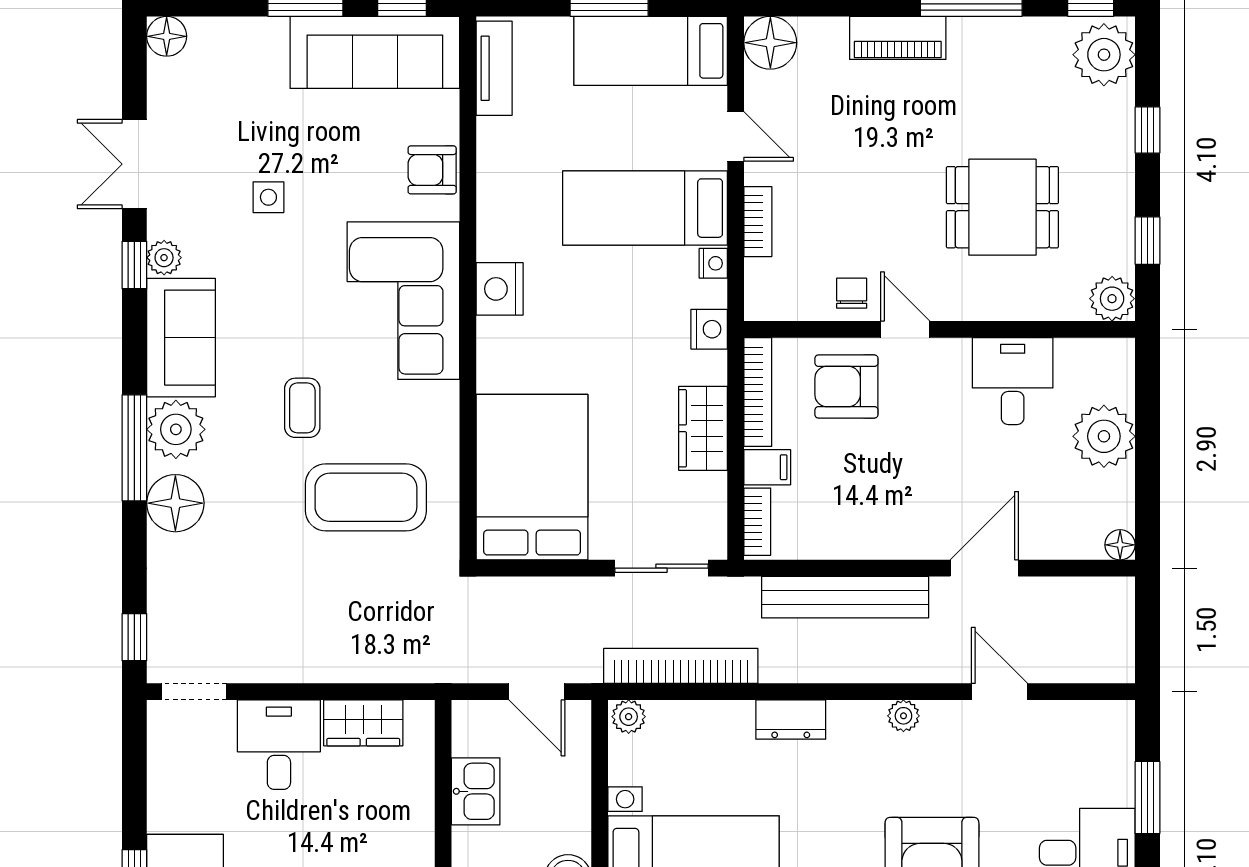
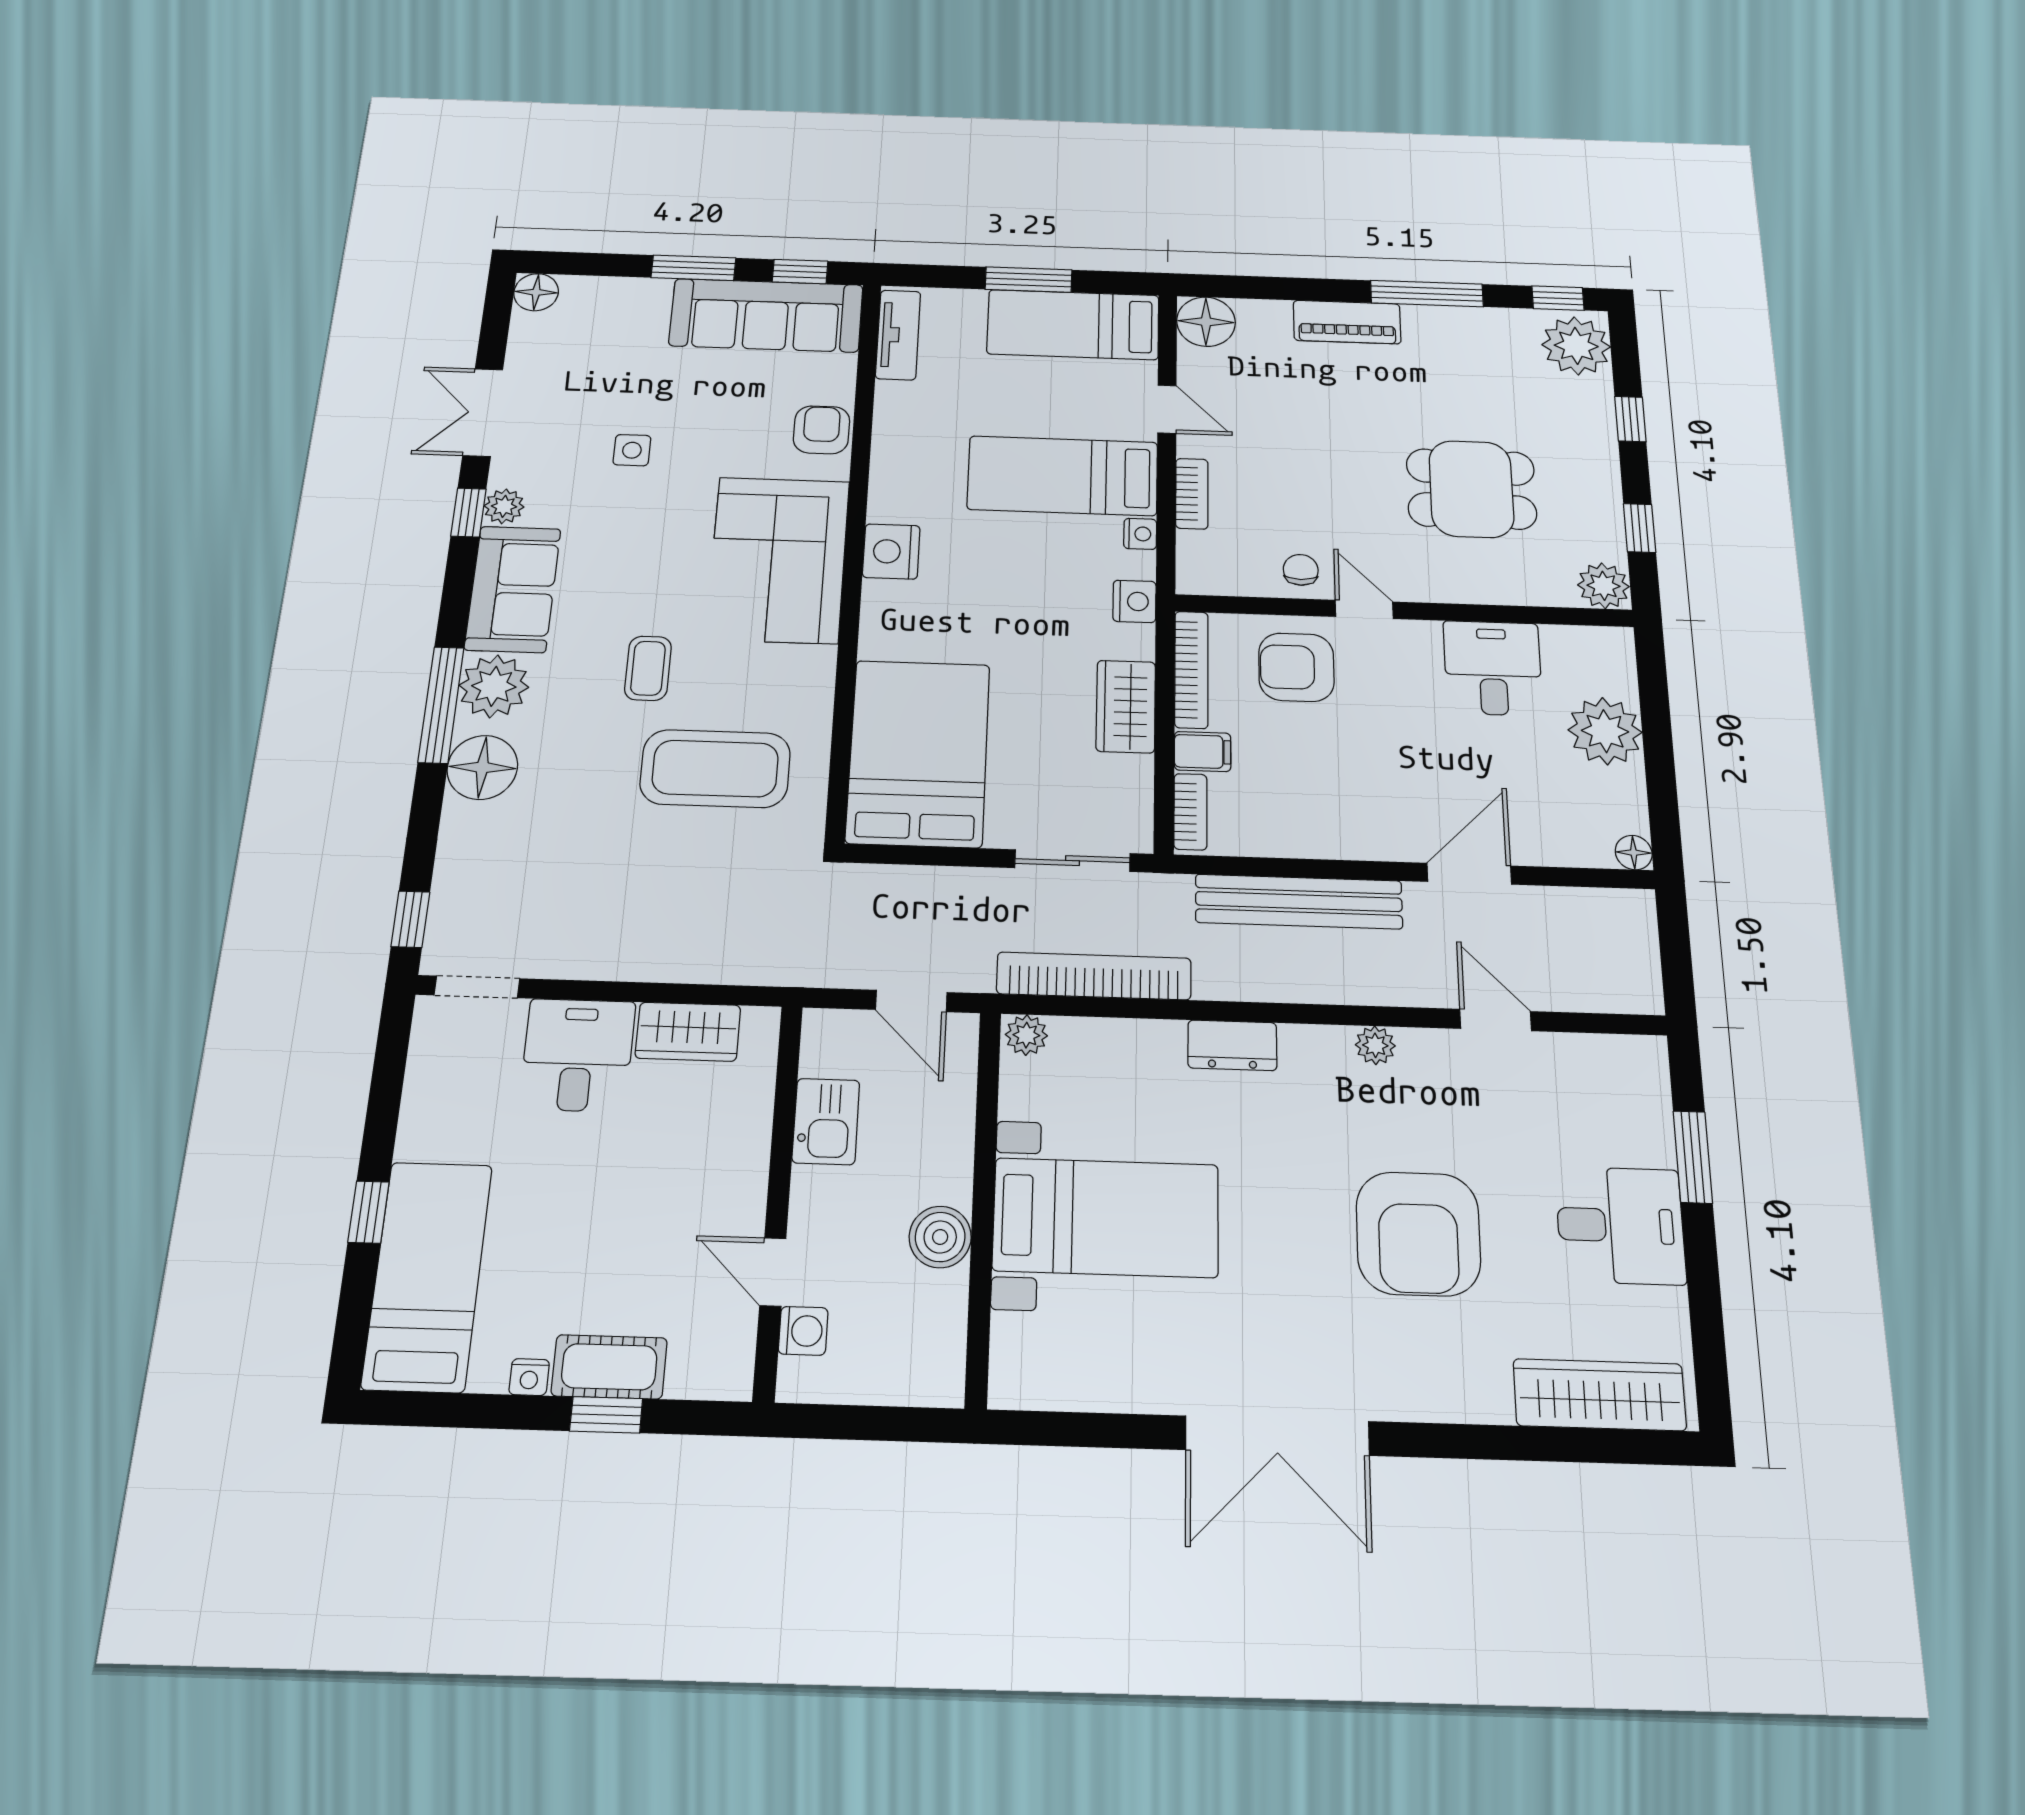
armchair: (432, 170) -> (822, 430), turned 90

